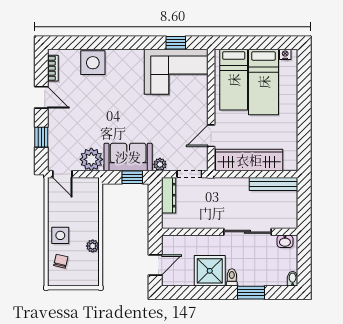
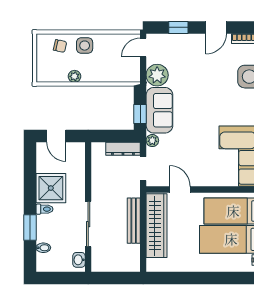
bench: (273, 184) -> (134, 221), moved
bidet: (293, 279) -> (43, 248), moved

